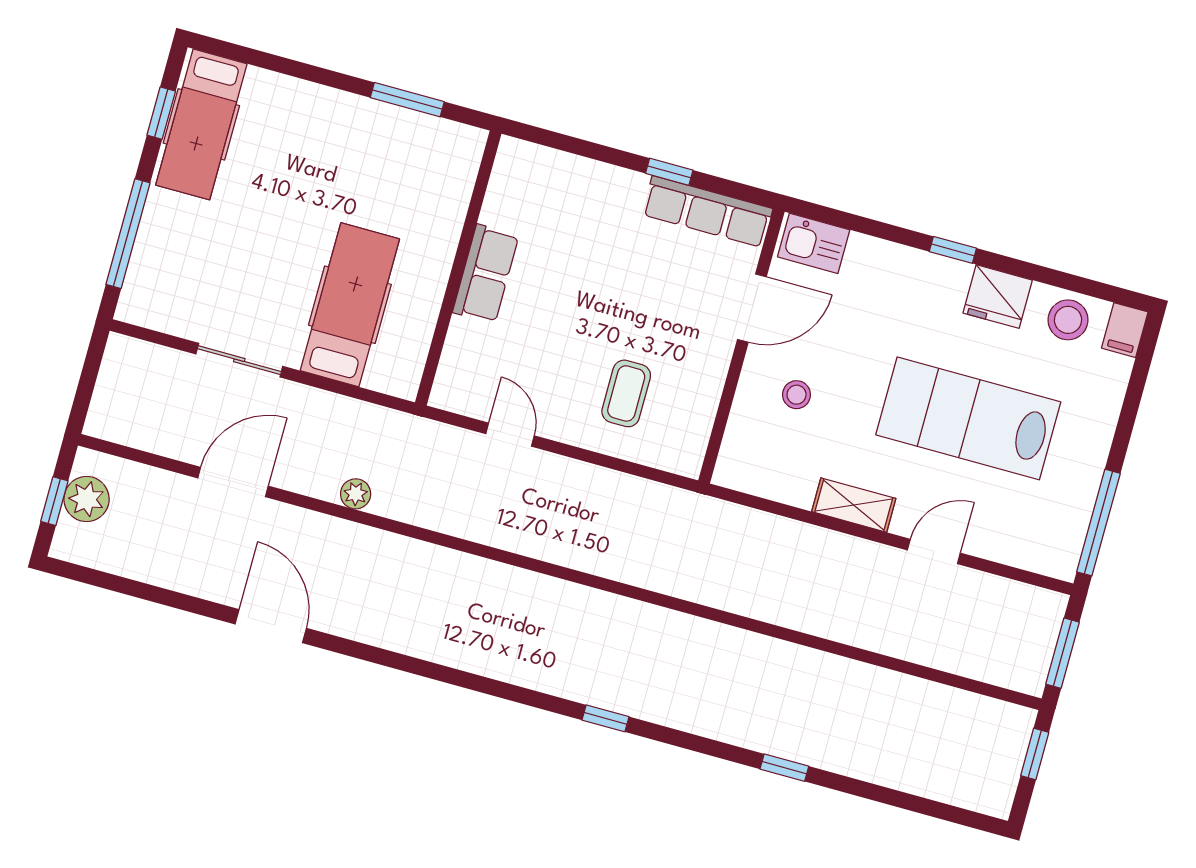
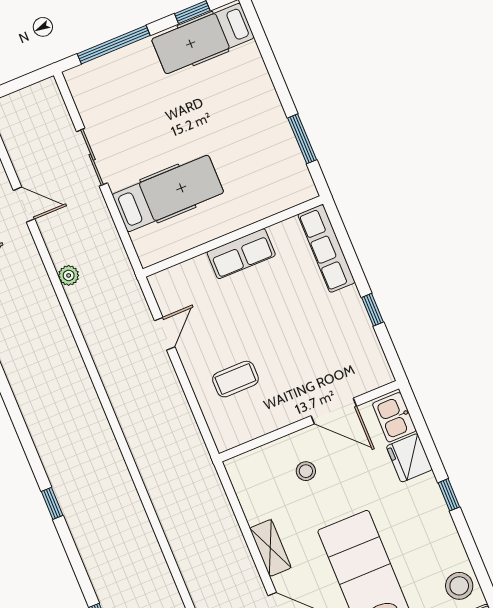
row of seats: (707, 212) -> (327, 248), moved
fridge: (998, 297) -> (409, 458), moved
door: (233, 482) -> (24, 205), width x0.73

